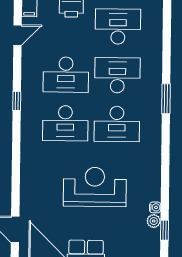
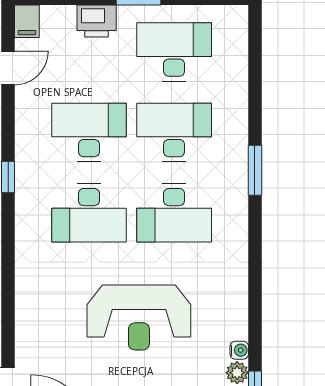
desk: (66, 75) -> (89, 132), turned 180
reception desk: (95, 187) -> (139, 318), turned 180

